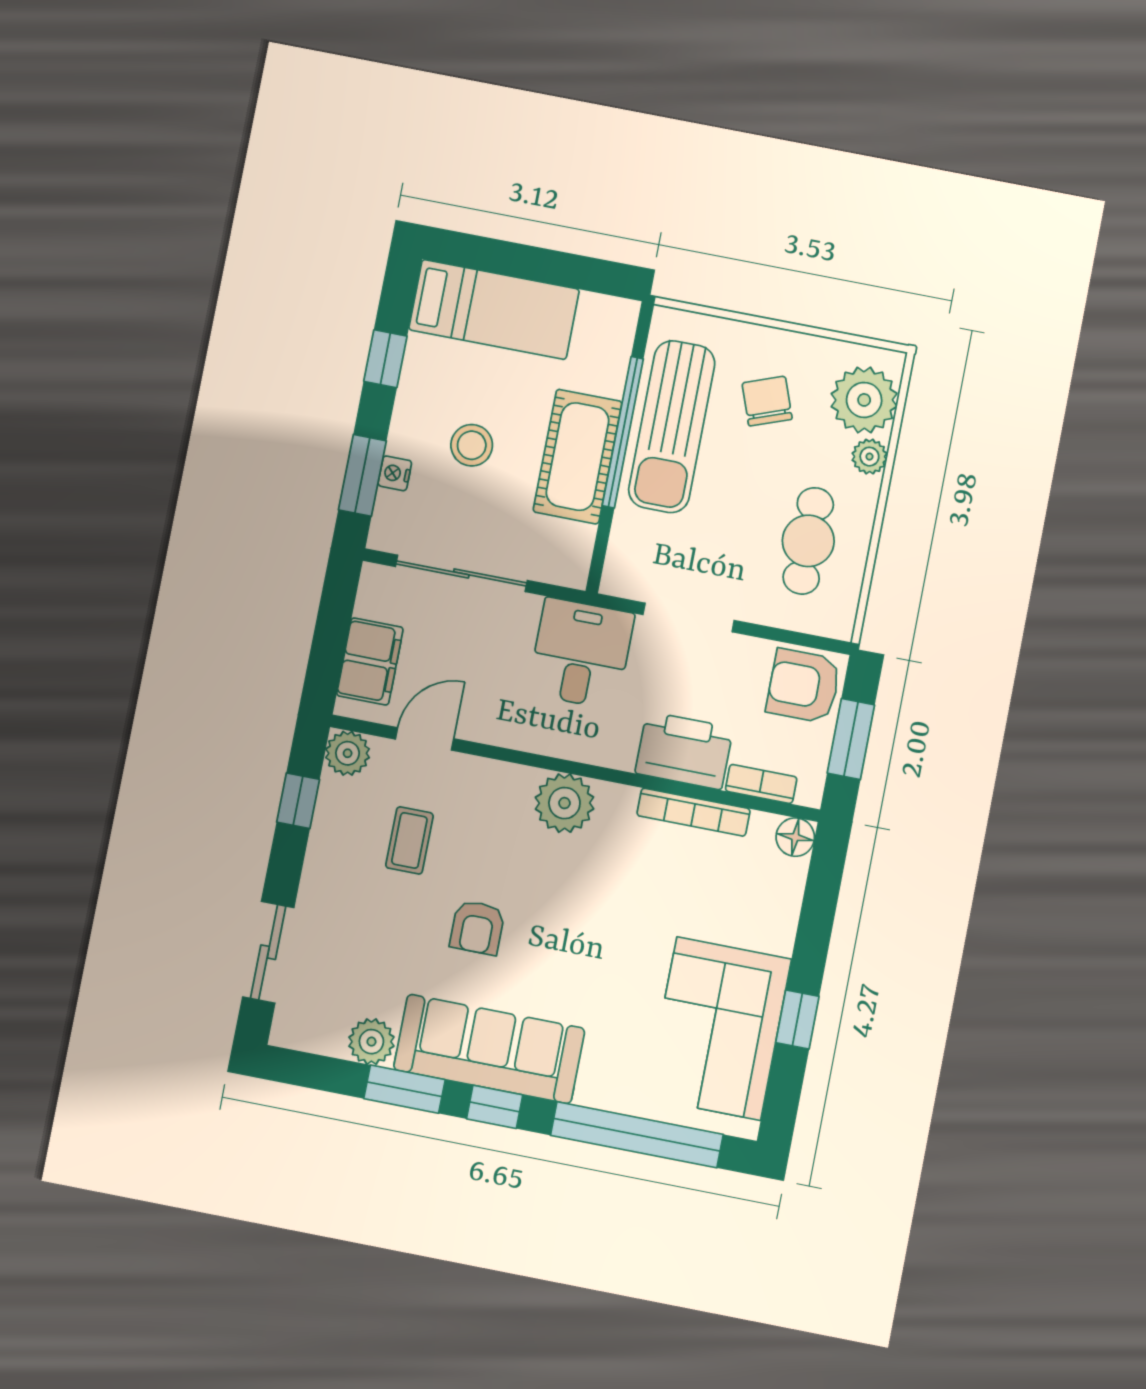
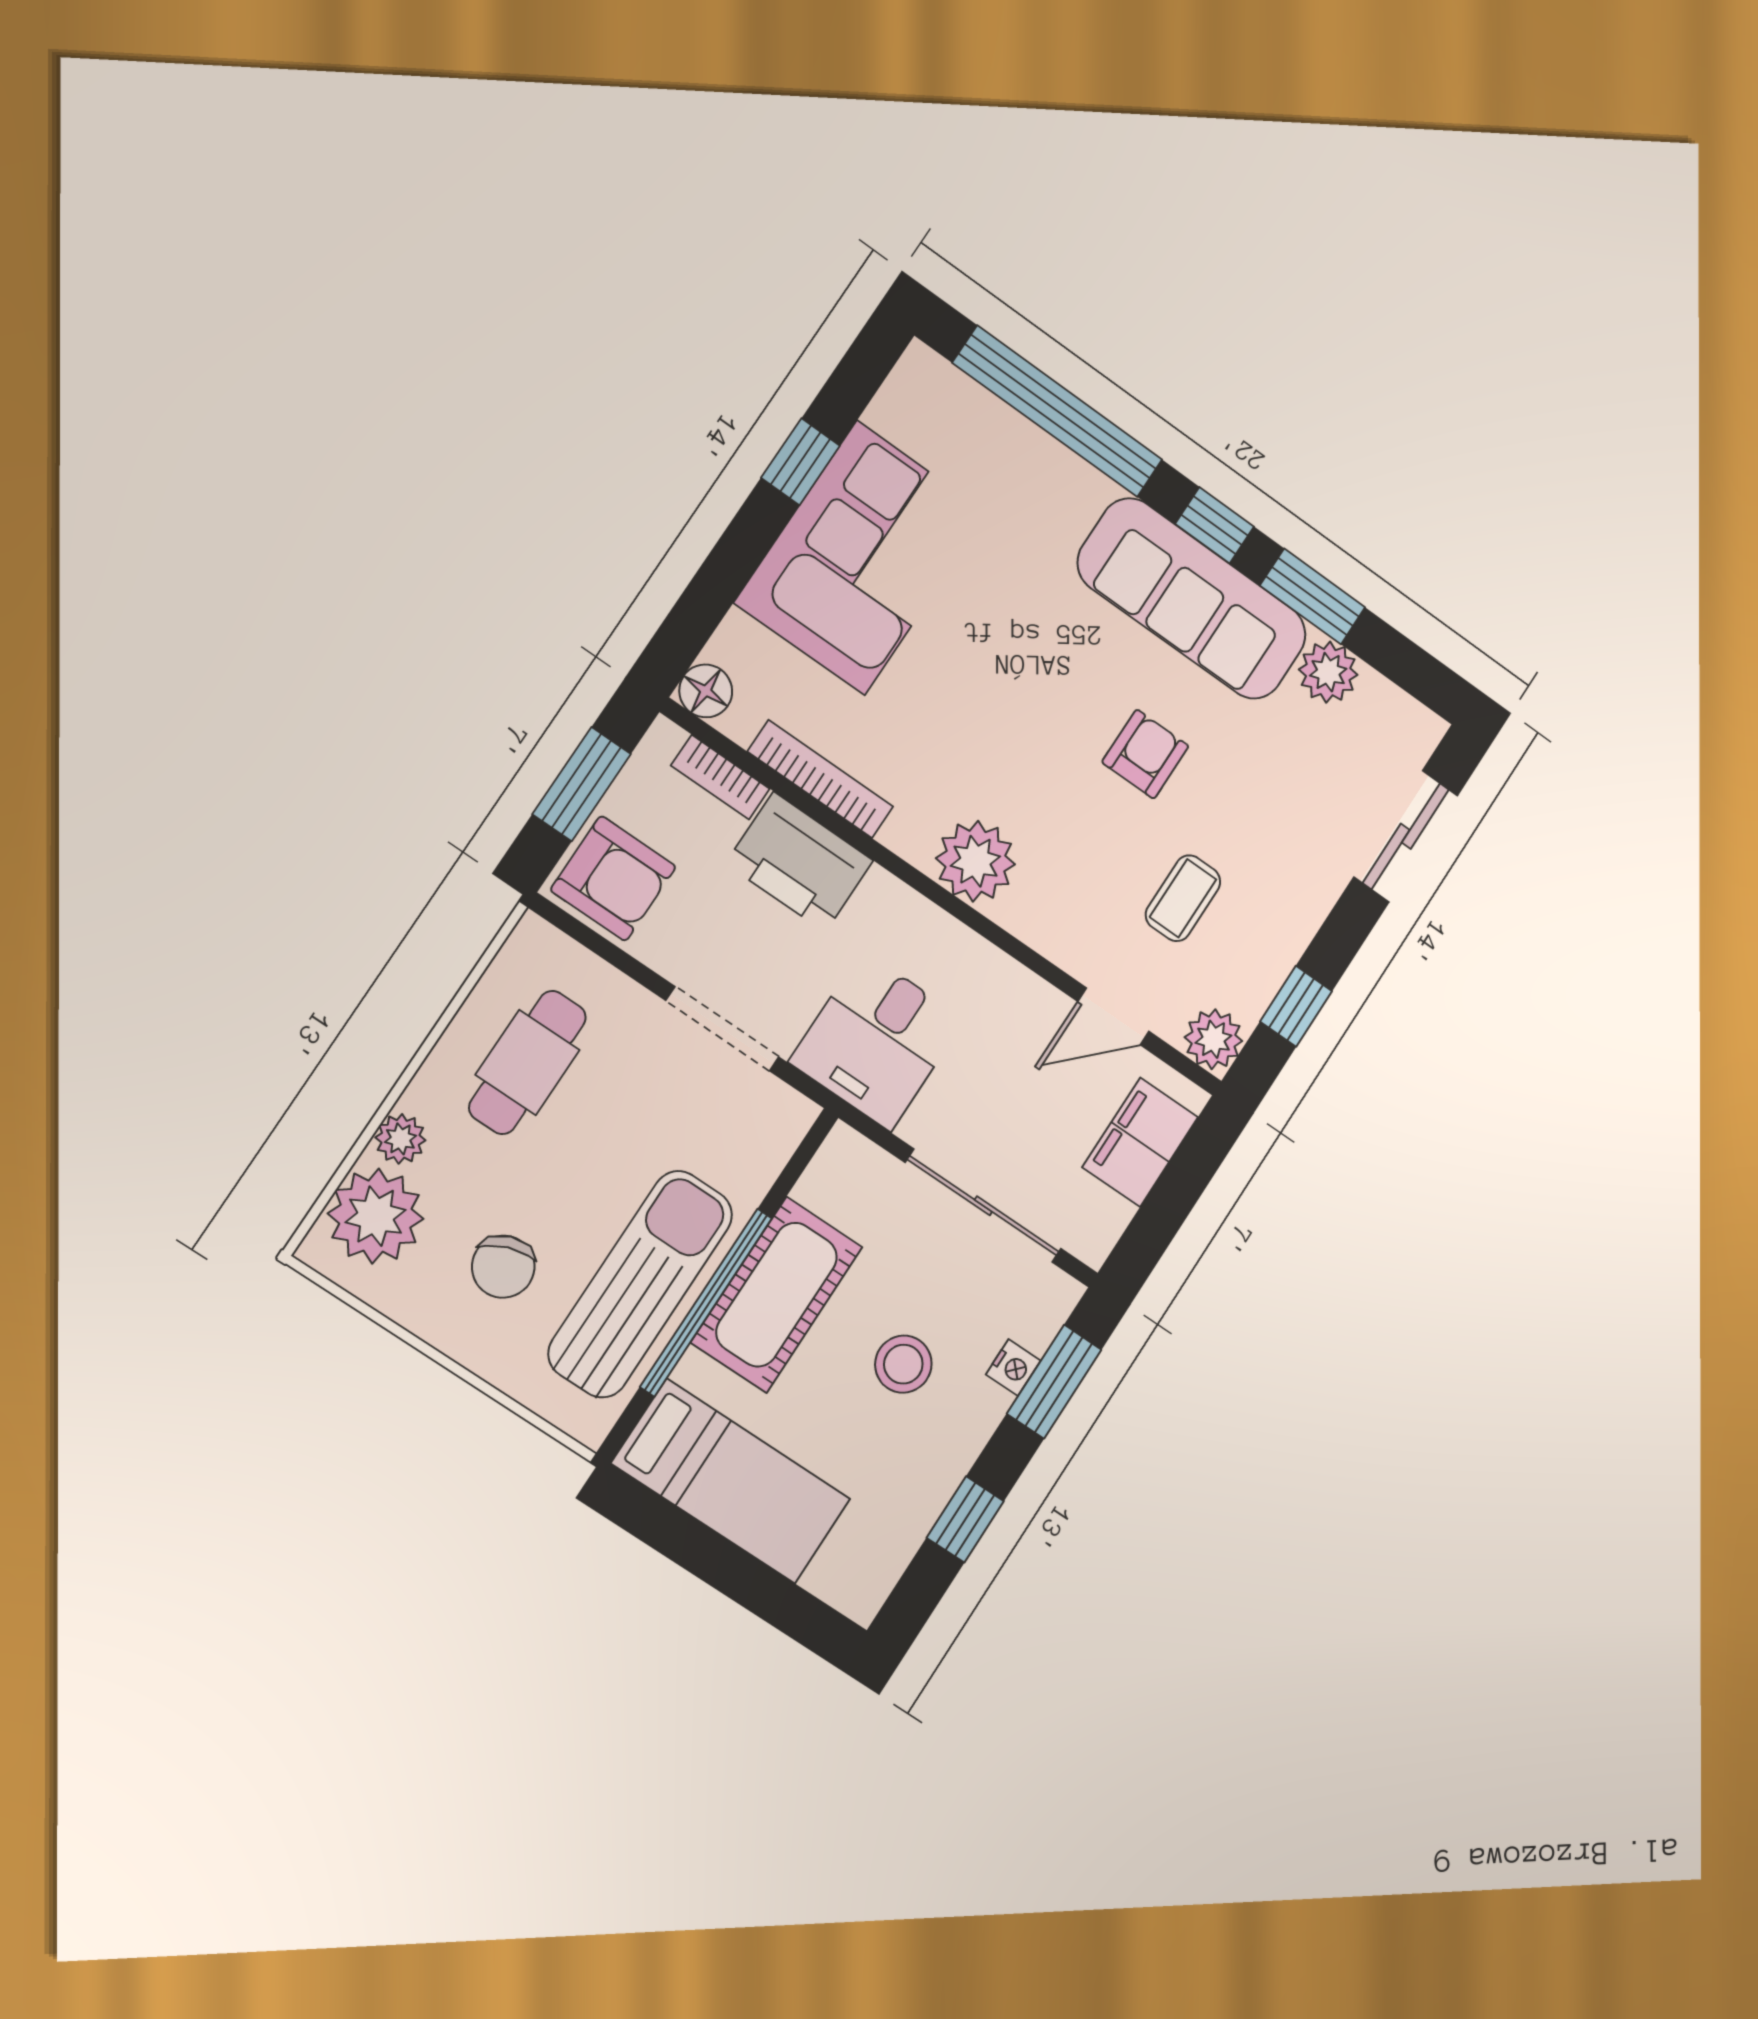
bed: (494, 309) -> (731, 1481), moved, turned 180
corner sofa: (719, 1029) -> (861, 558), moved

